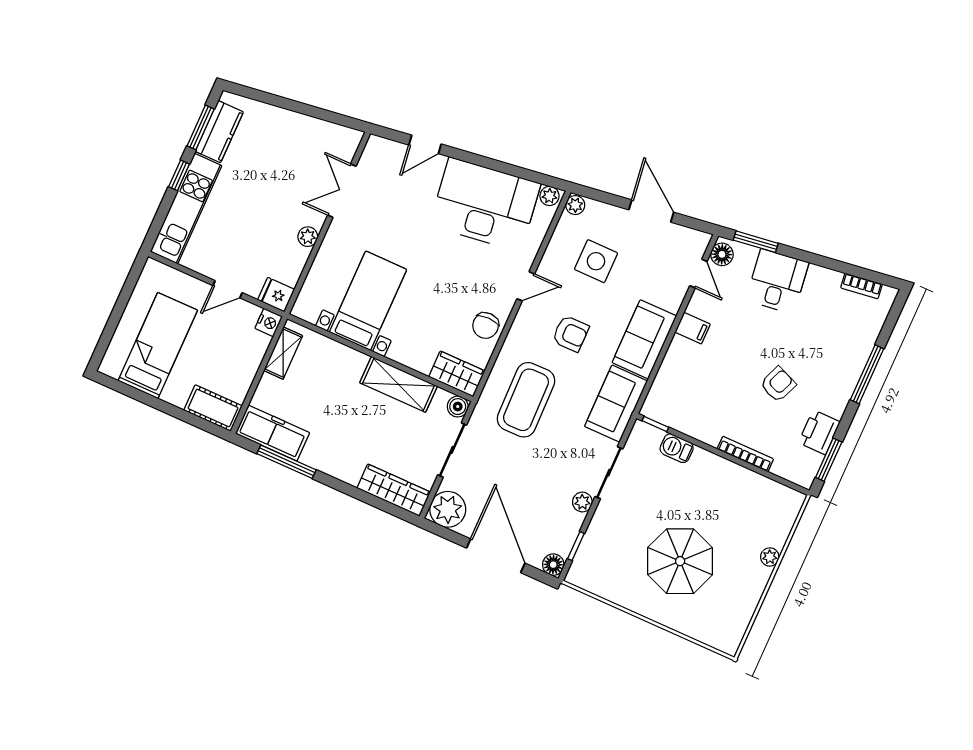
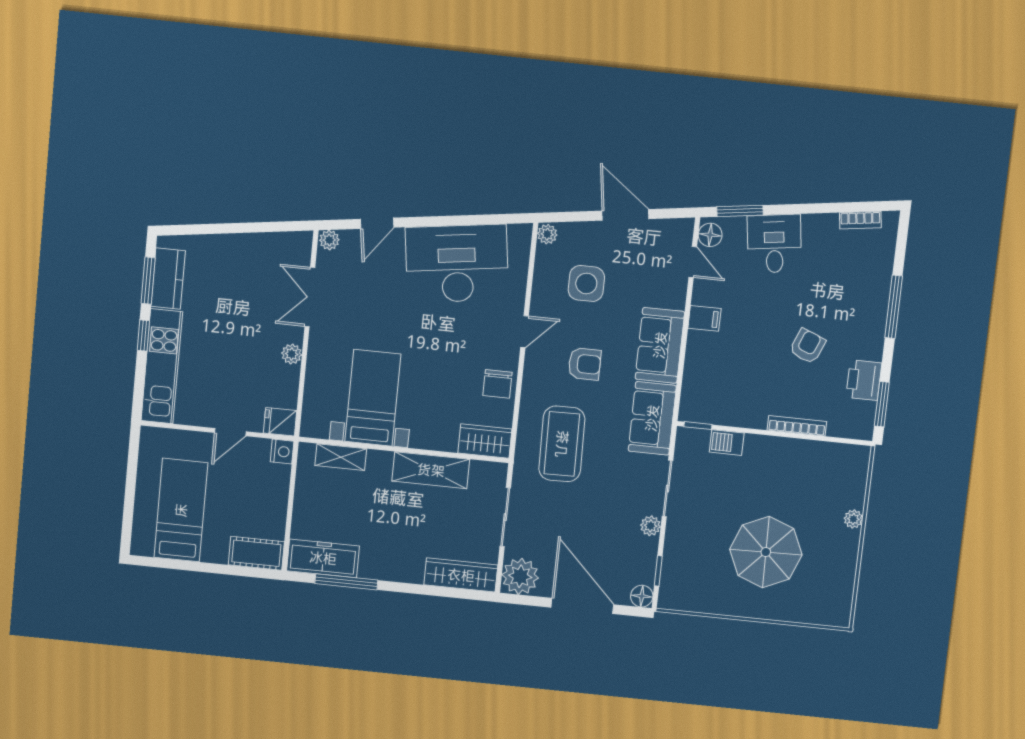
plant: (549, 196) -> (329, 240), moved
shelving: (283, 353) -> (341, 457), moved, turned 90
boiler: (458, 407) -> (496, 473), removed

